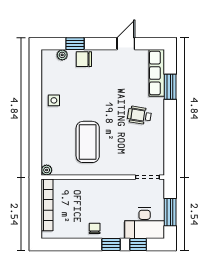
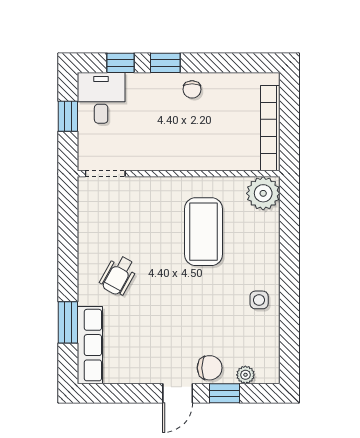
door: (126, 44) -> (178, 393), moved
wheelchair: (139, 115) -> (118, 275), turned 110
plant: (47, 170) -> (263, 193), width x1.88, depth x1.88
window: (170, 212) -> (68, 116), width x0.67
desk: (145, 223) -> (101, 98), width x0.73

